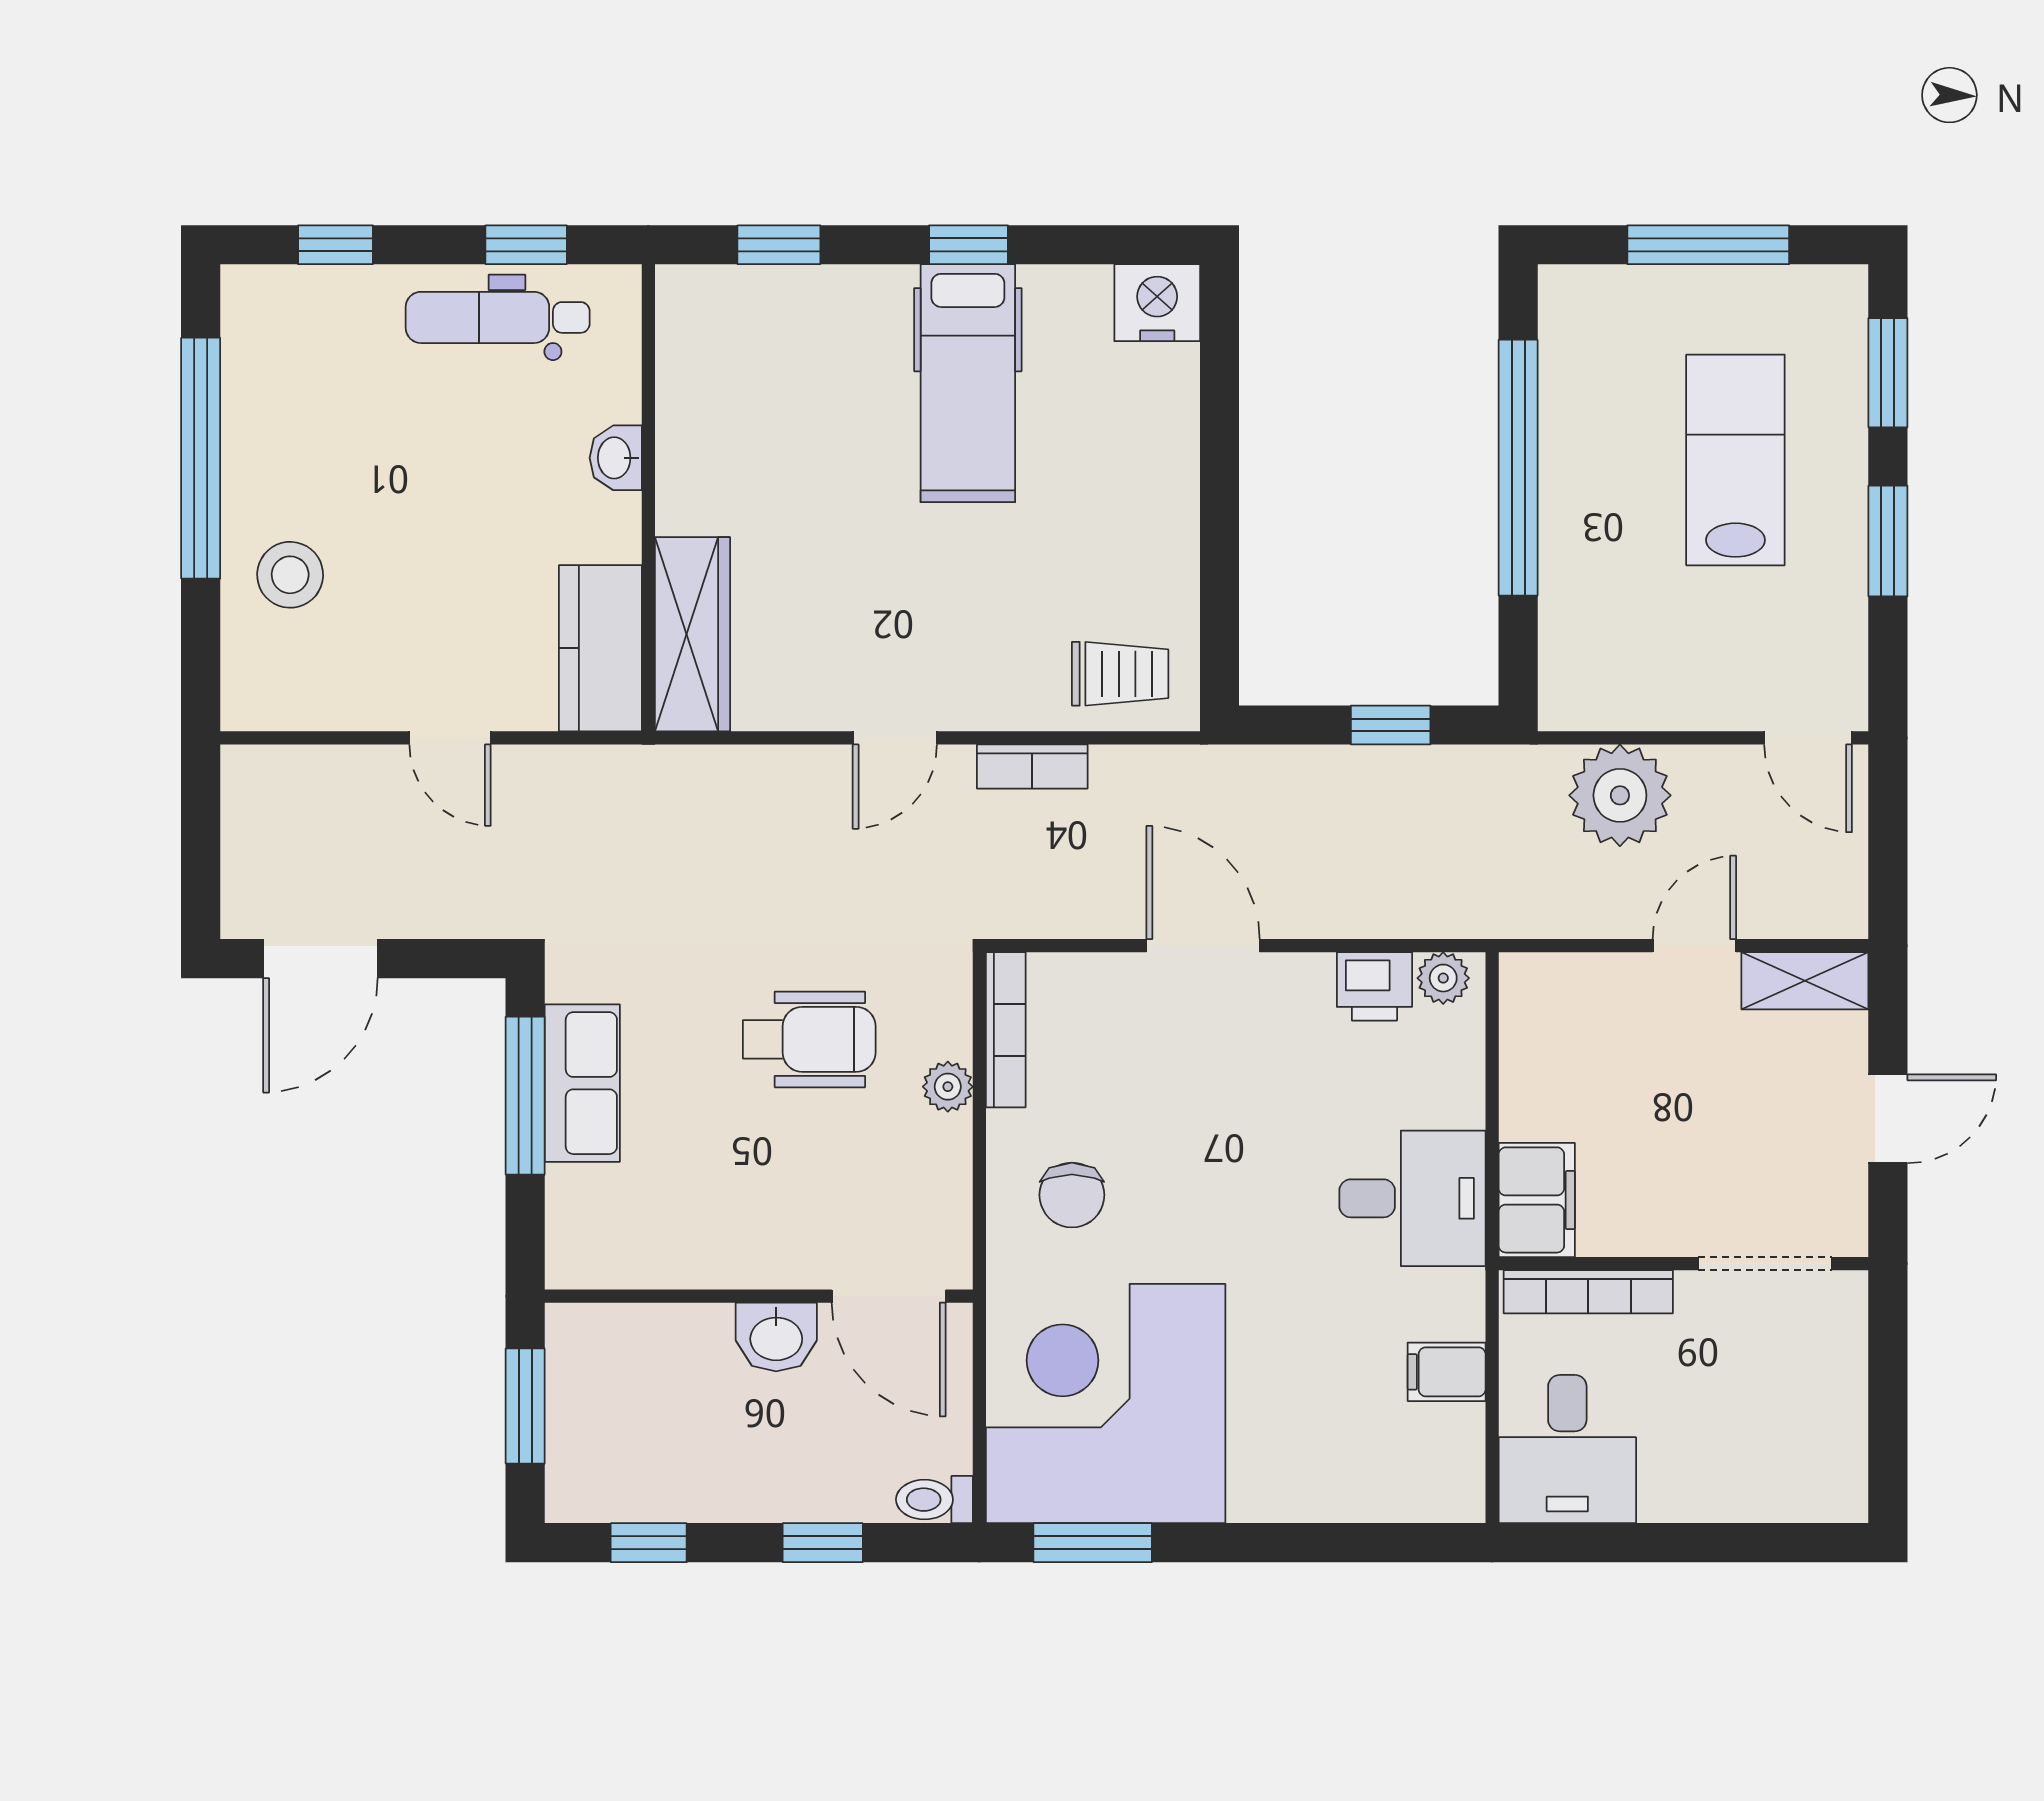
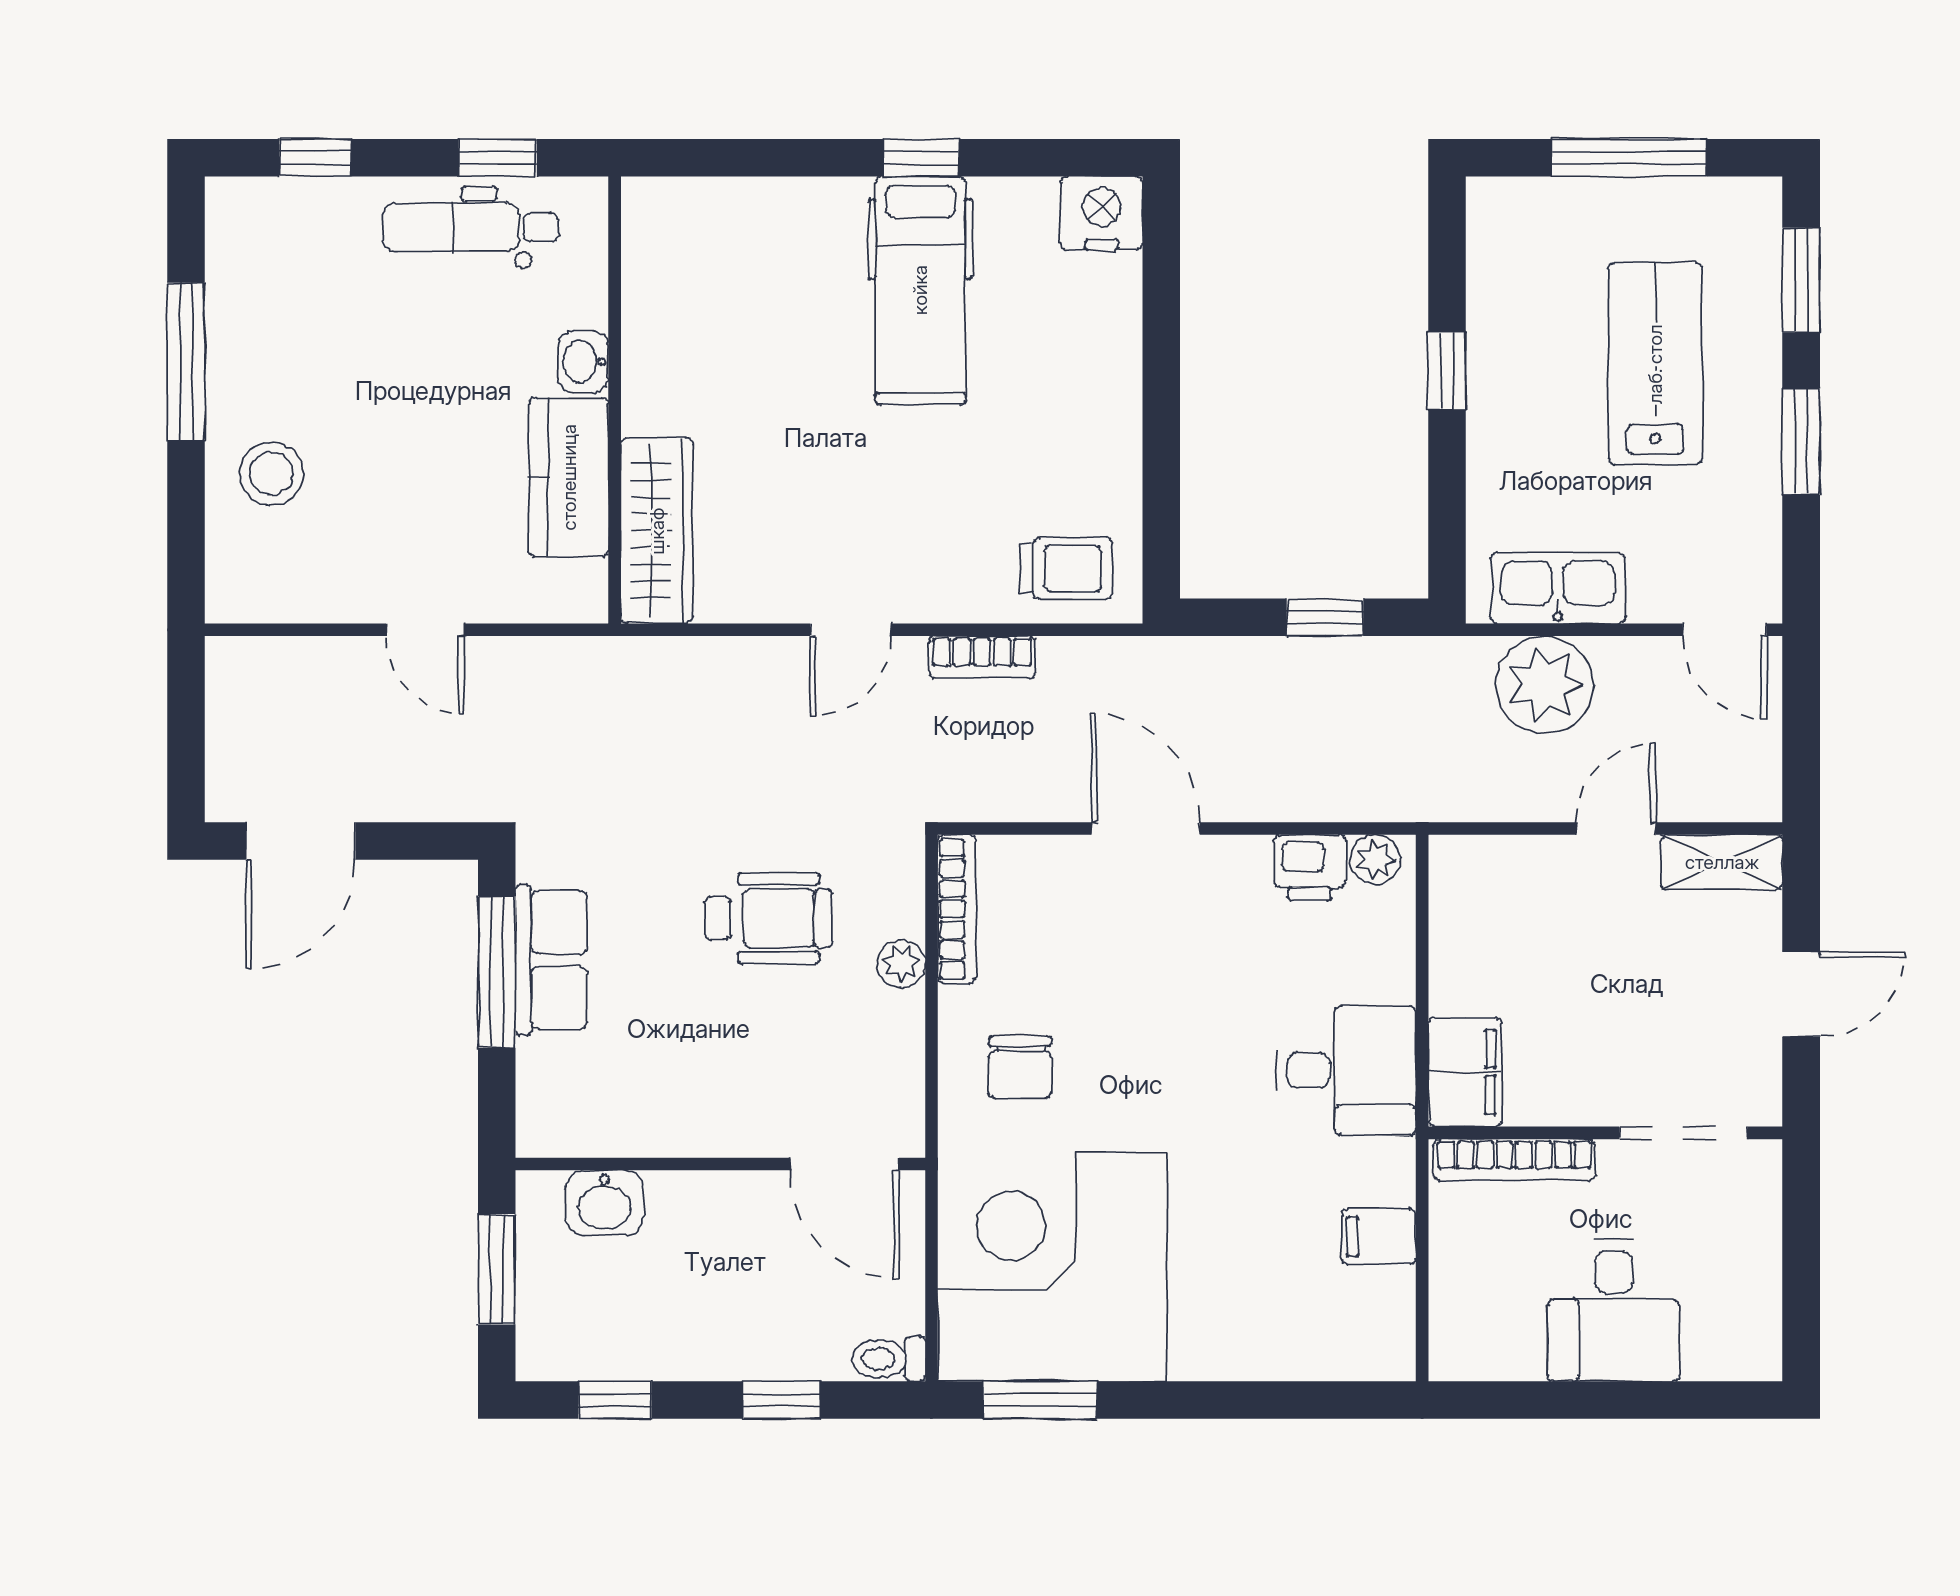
window: (779, 245) -> (740, 158), removed
window: (201, 458) -> (186, 362), width x0.68
window: (1518, 468) -> (1447, 371), width x0.32
kitchen counter: (600, 648) -> (569, 477), moved
kitchen sink: (1634, 694) -> (1558, 588), added
washbasin: (776, 1337) -> (604, 1203), moved
desk: (1567, 1449) -> (1614, 1310), moved

